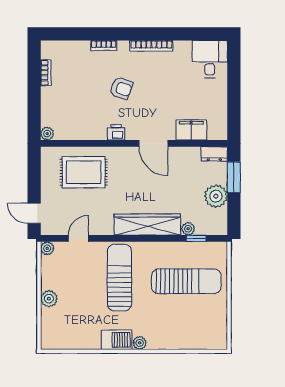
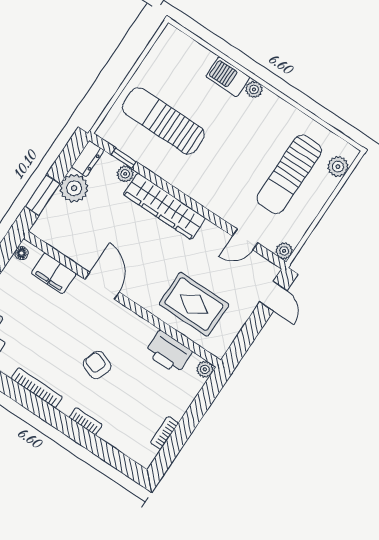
floor lamp: (222, 129) -> (21, 253), added
printer: (116, 132) -> (169, 352), moved, width x1.87, depth x1.48
dresser: (214, 154) -> (88, 159), moved, turned 90
sun lounger: (119, 278) -> (289, 174), moved
plant: (49, 299) -> (338, 167), moved
barbecue: (116, 340) -> (228, 77), moved

